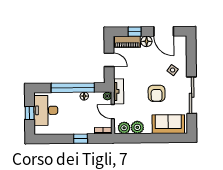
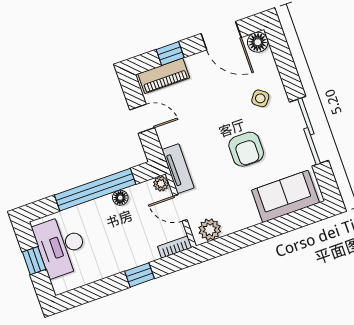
floor lamp: (147, 41) -> (258, 42), moved
plant: (137, 127) -> (233, 221), removed

